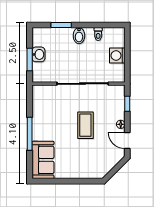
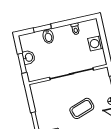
bidet: (79, 36) -> (48, 36), moved
coffee table: (85, 125) -> (82, 108), turned 71

